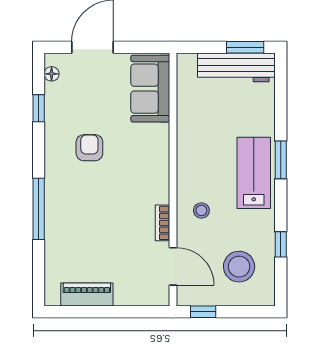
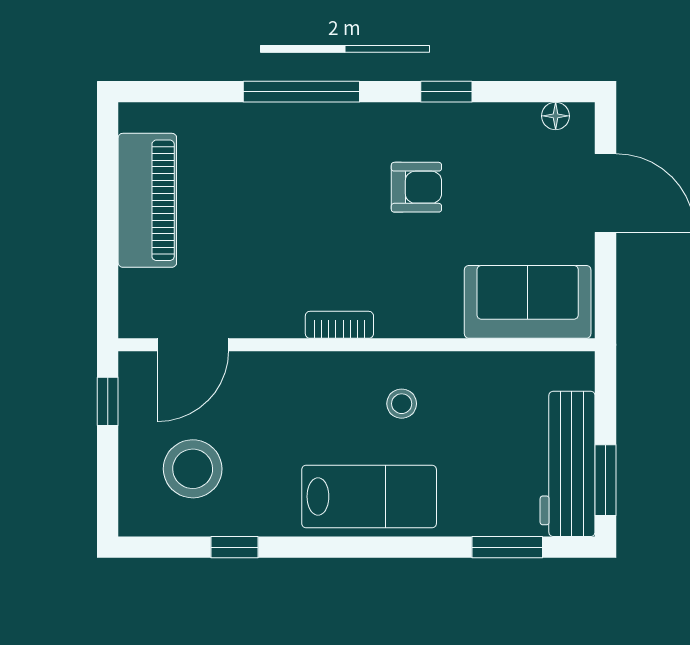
window: (39, 108) -> (446, 92), moved
window: (281, 160) -> (507, 547), moved
stool: (201, 210) -> (402, 404), moved
bookcase: (163, 223) -> (339, 325), moved
piano: (87, 294) -> (147, 200), width x1.37, depth x1.33

